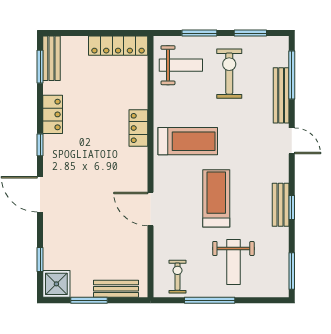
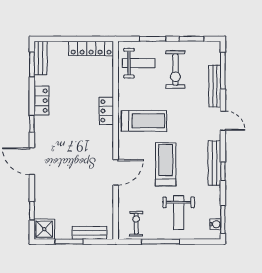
exercise bike: (229, 74) -> (175, 70), turned 180
bench: (281, 205) -> (214, 163), width x1.36
door: (150, 209) -> (116, 172), swing flipped
water cooler: (282, 277) -> (215, 224), added

